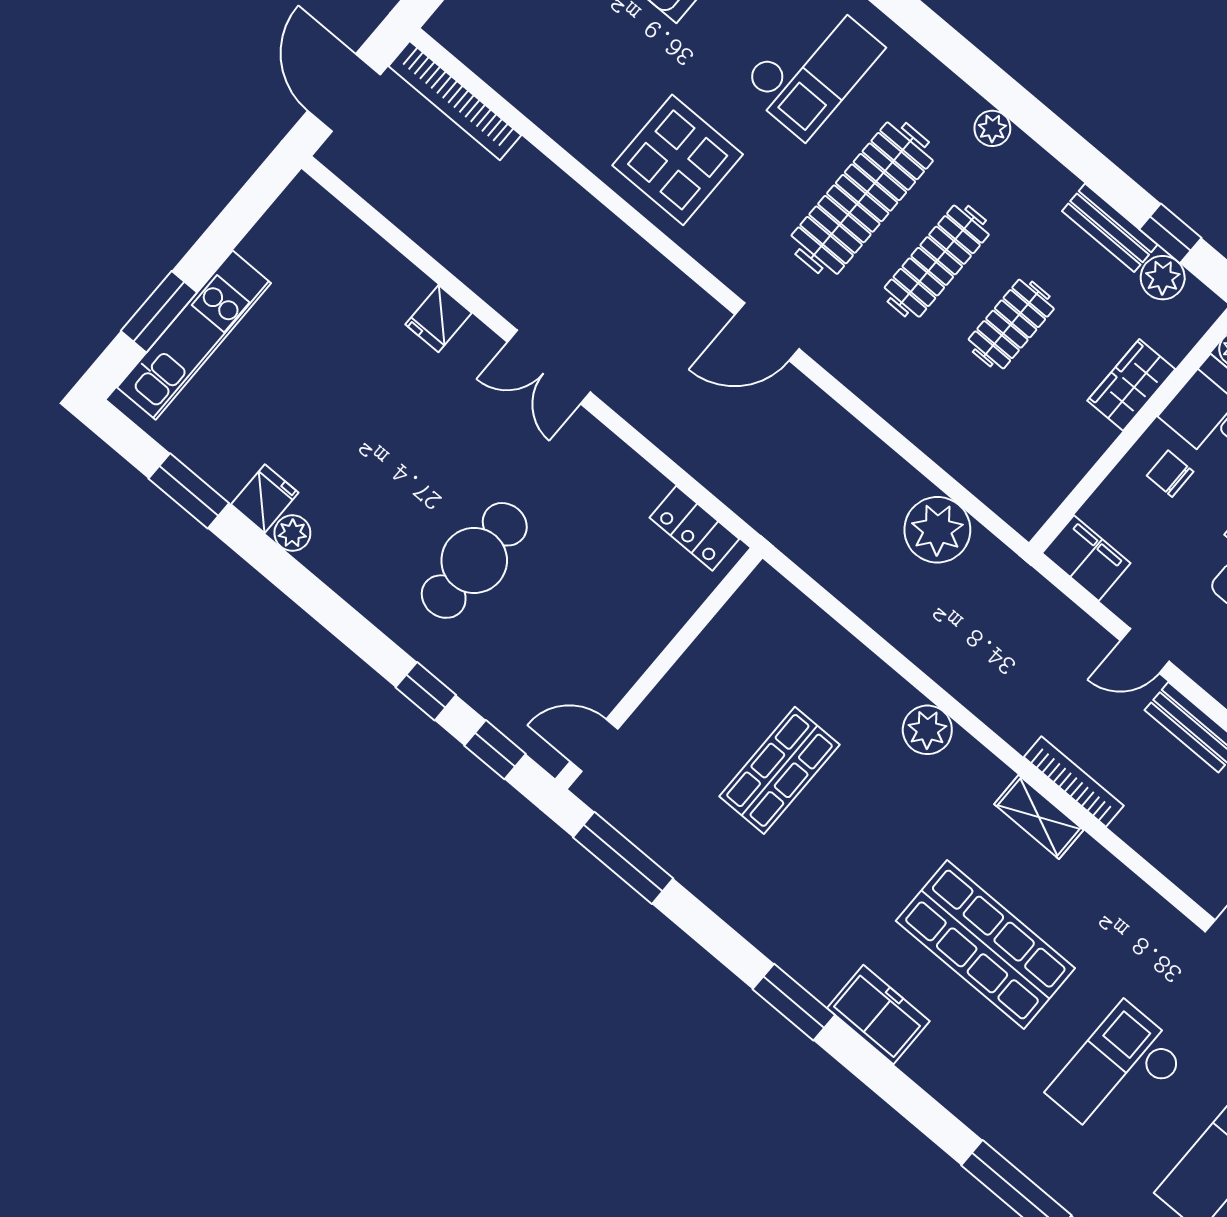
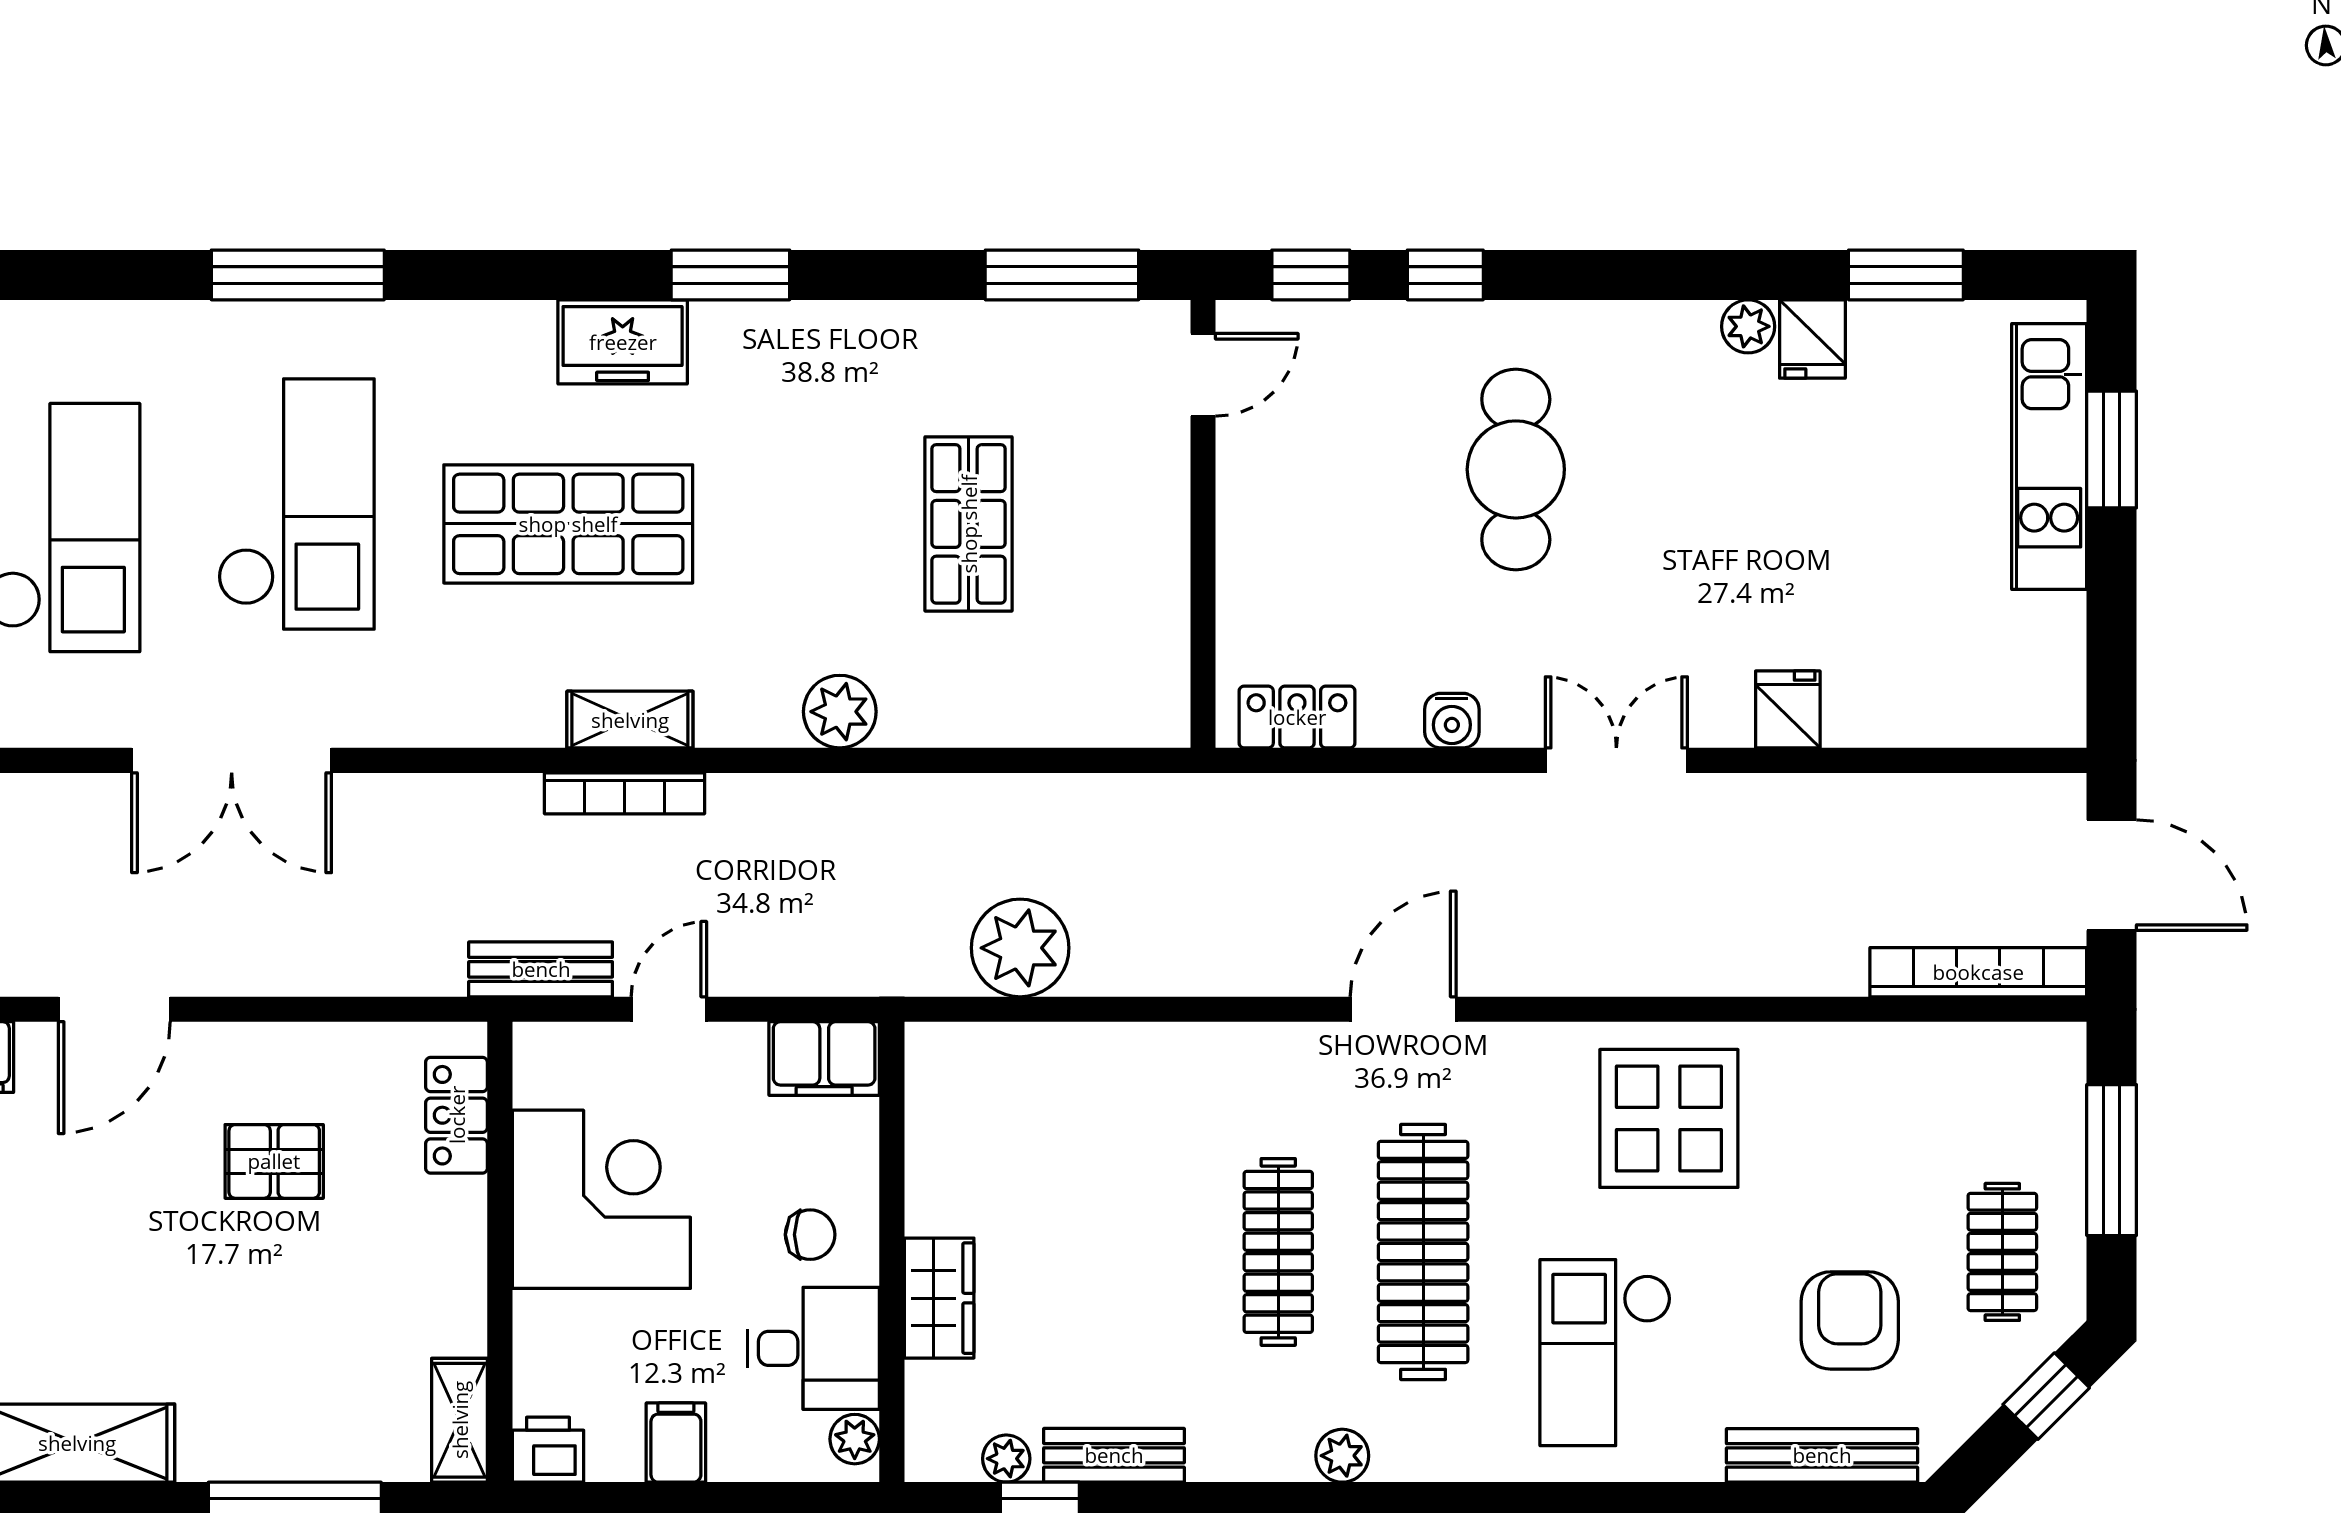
plant: (1163, 278) -> (1006, 1459), width x0.73, depth x0.73
clothes rail: (1011, 324) -> (1133, 1252), removed
water cooler: (616, 459) -> (1452, 721), added
checkout: (1117, 1073) -> (296, 504), width x1.36, depth x1.21

